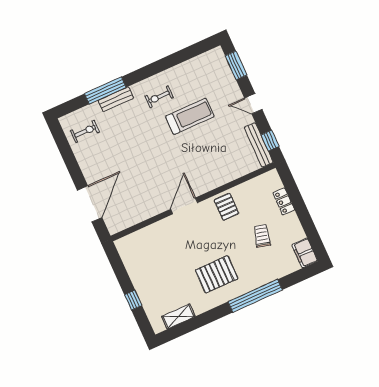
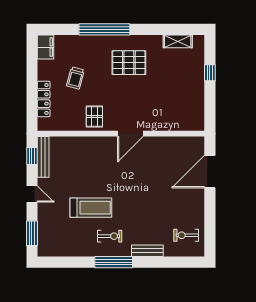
window: (105, 91) -> (114, 262), moved
treadmill: (190, 116) -> (91, 208), turned 180
locker: (284, 201) -> (44, 99), width x1.53

